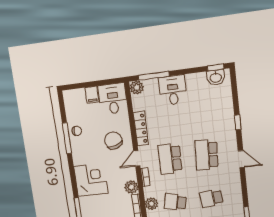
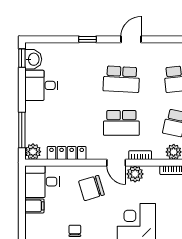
desk: (173, 90) -> (41, 85), moved
locker: (141, 129) -> (67, 153), moved
plant: (131, 187) -> (135, 174), moved

